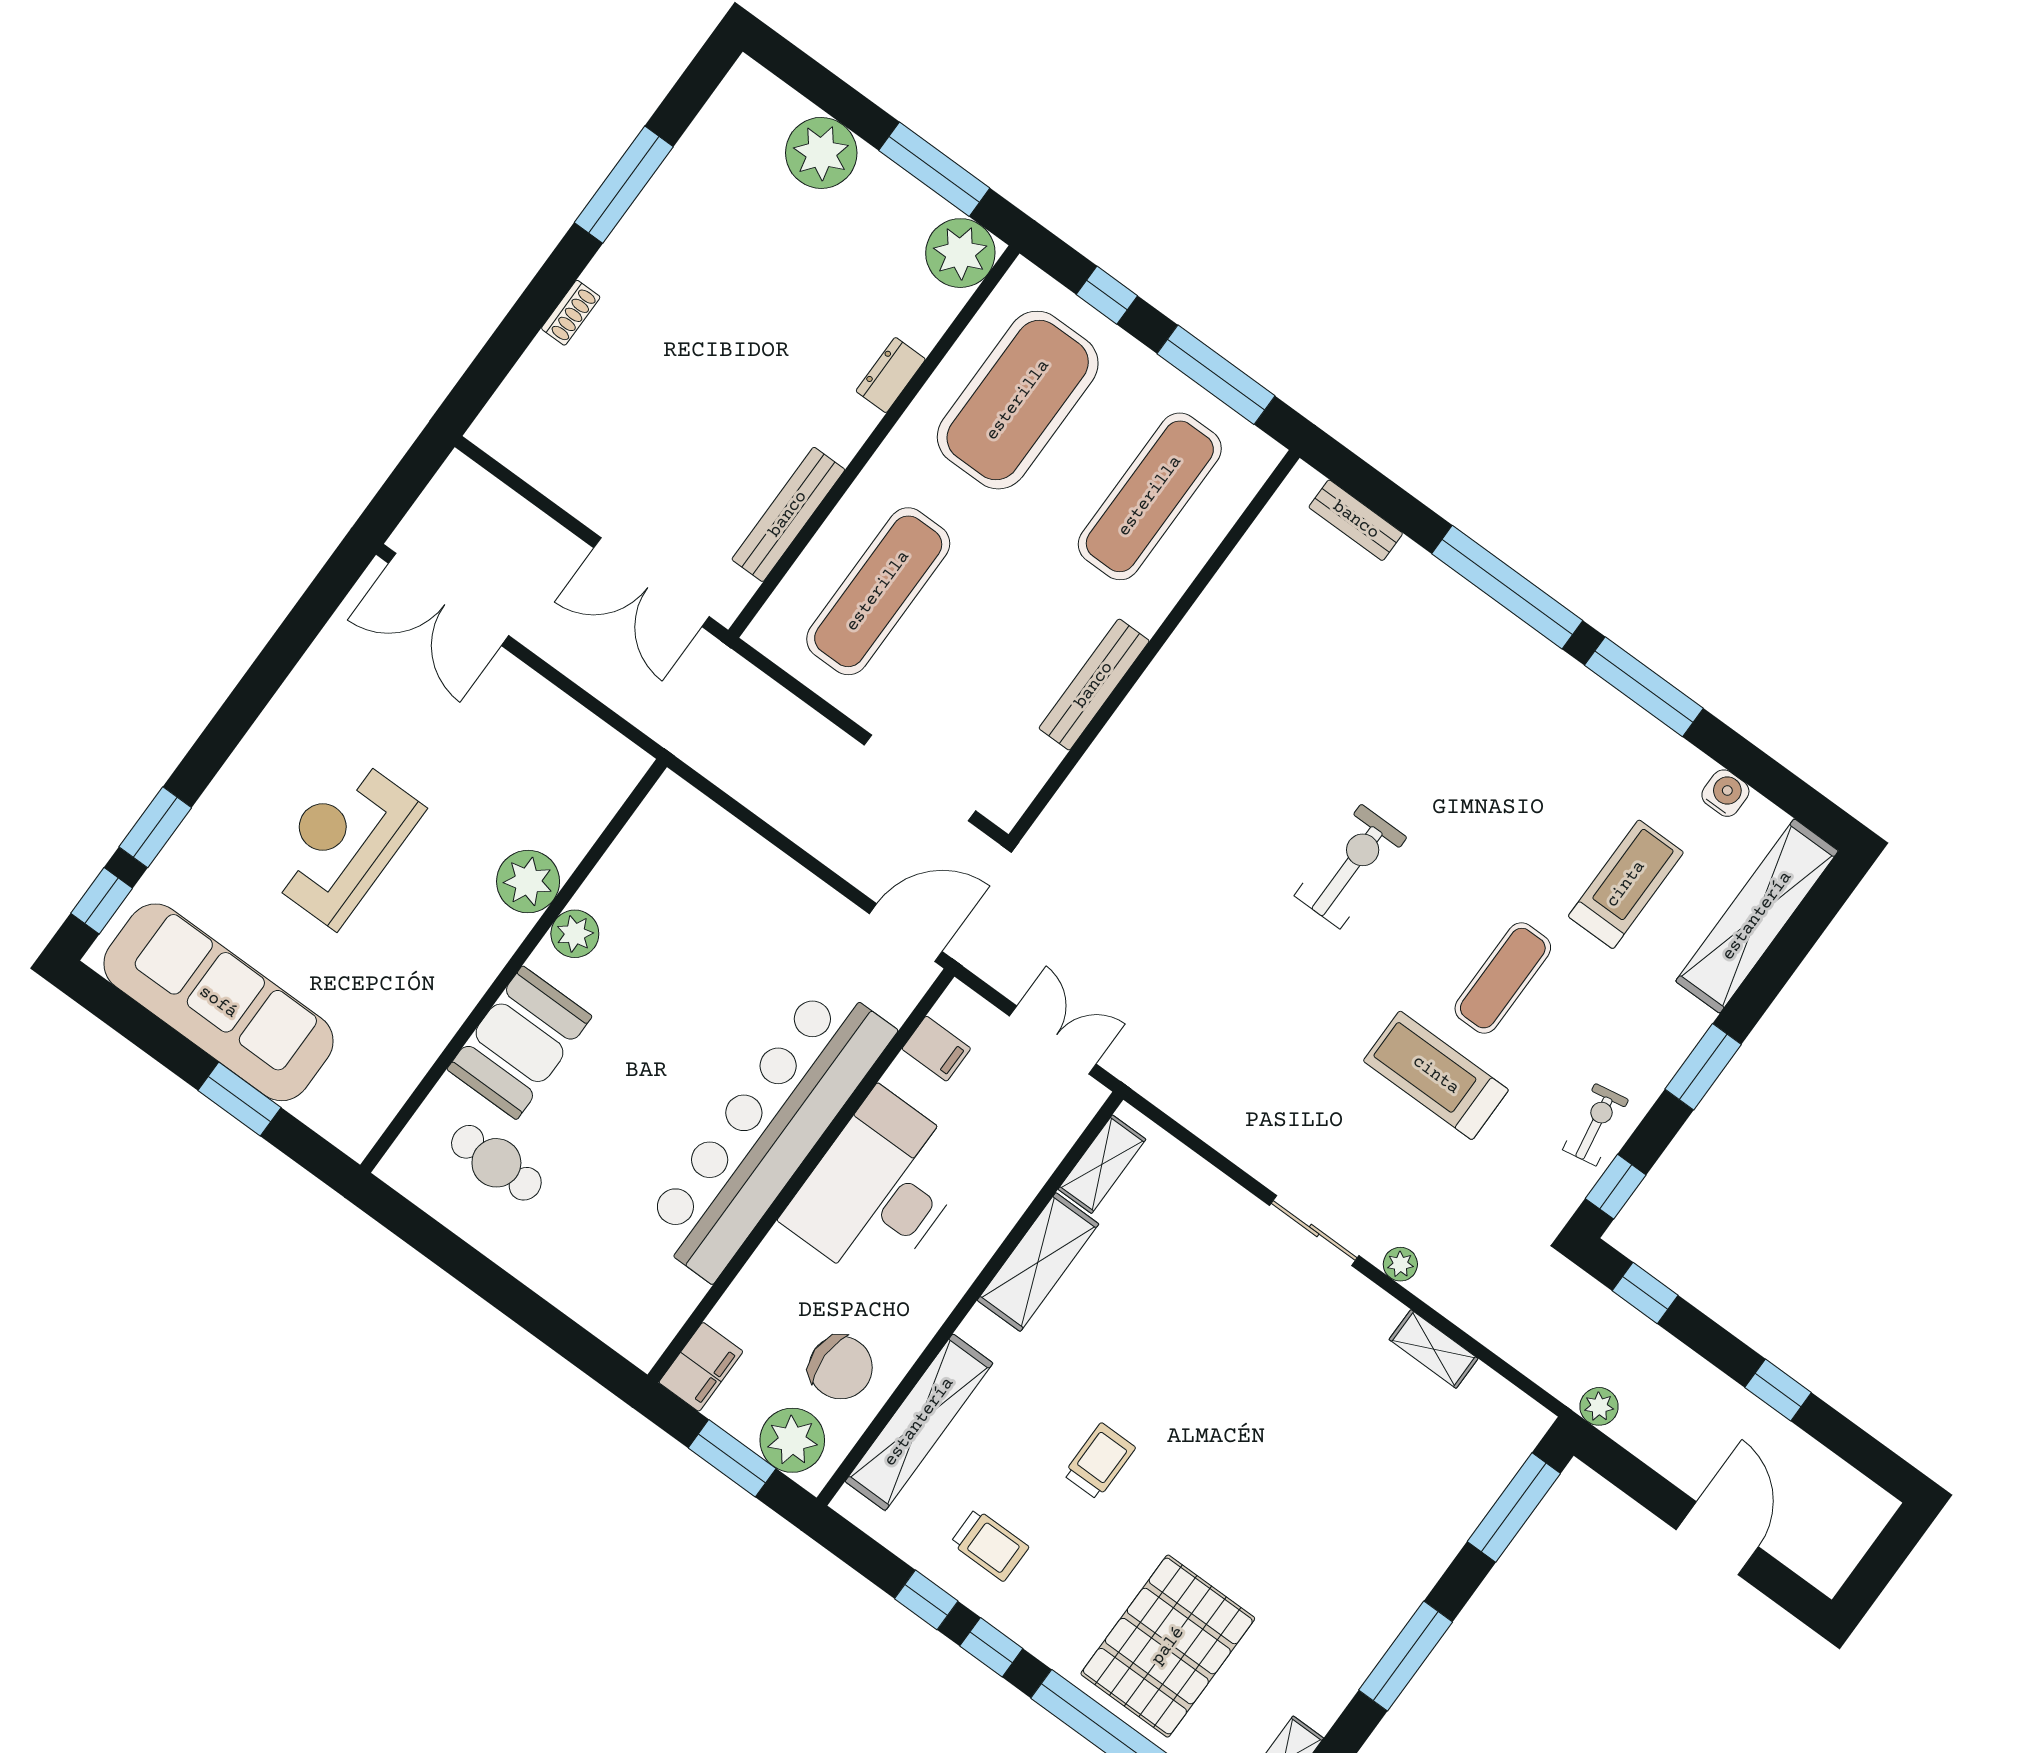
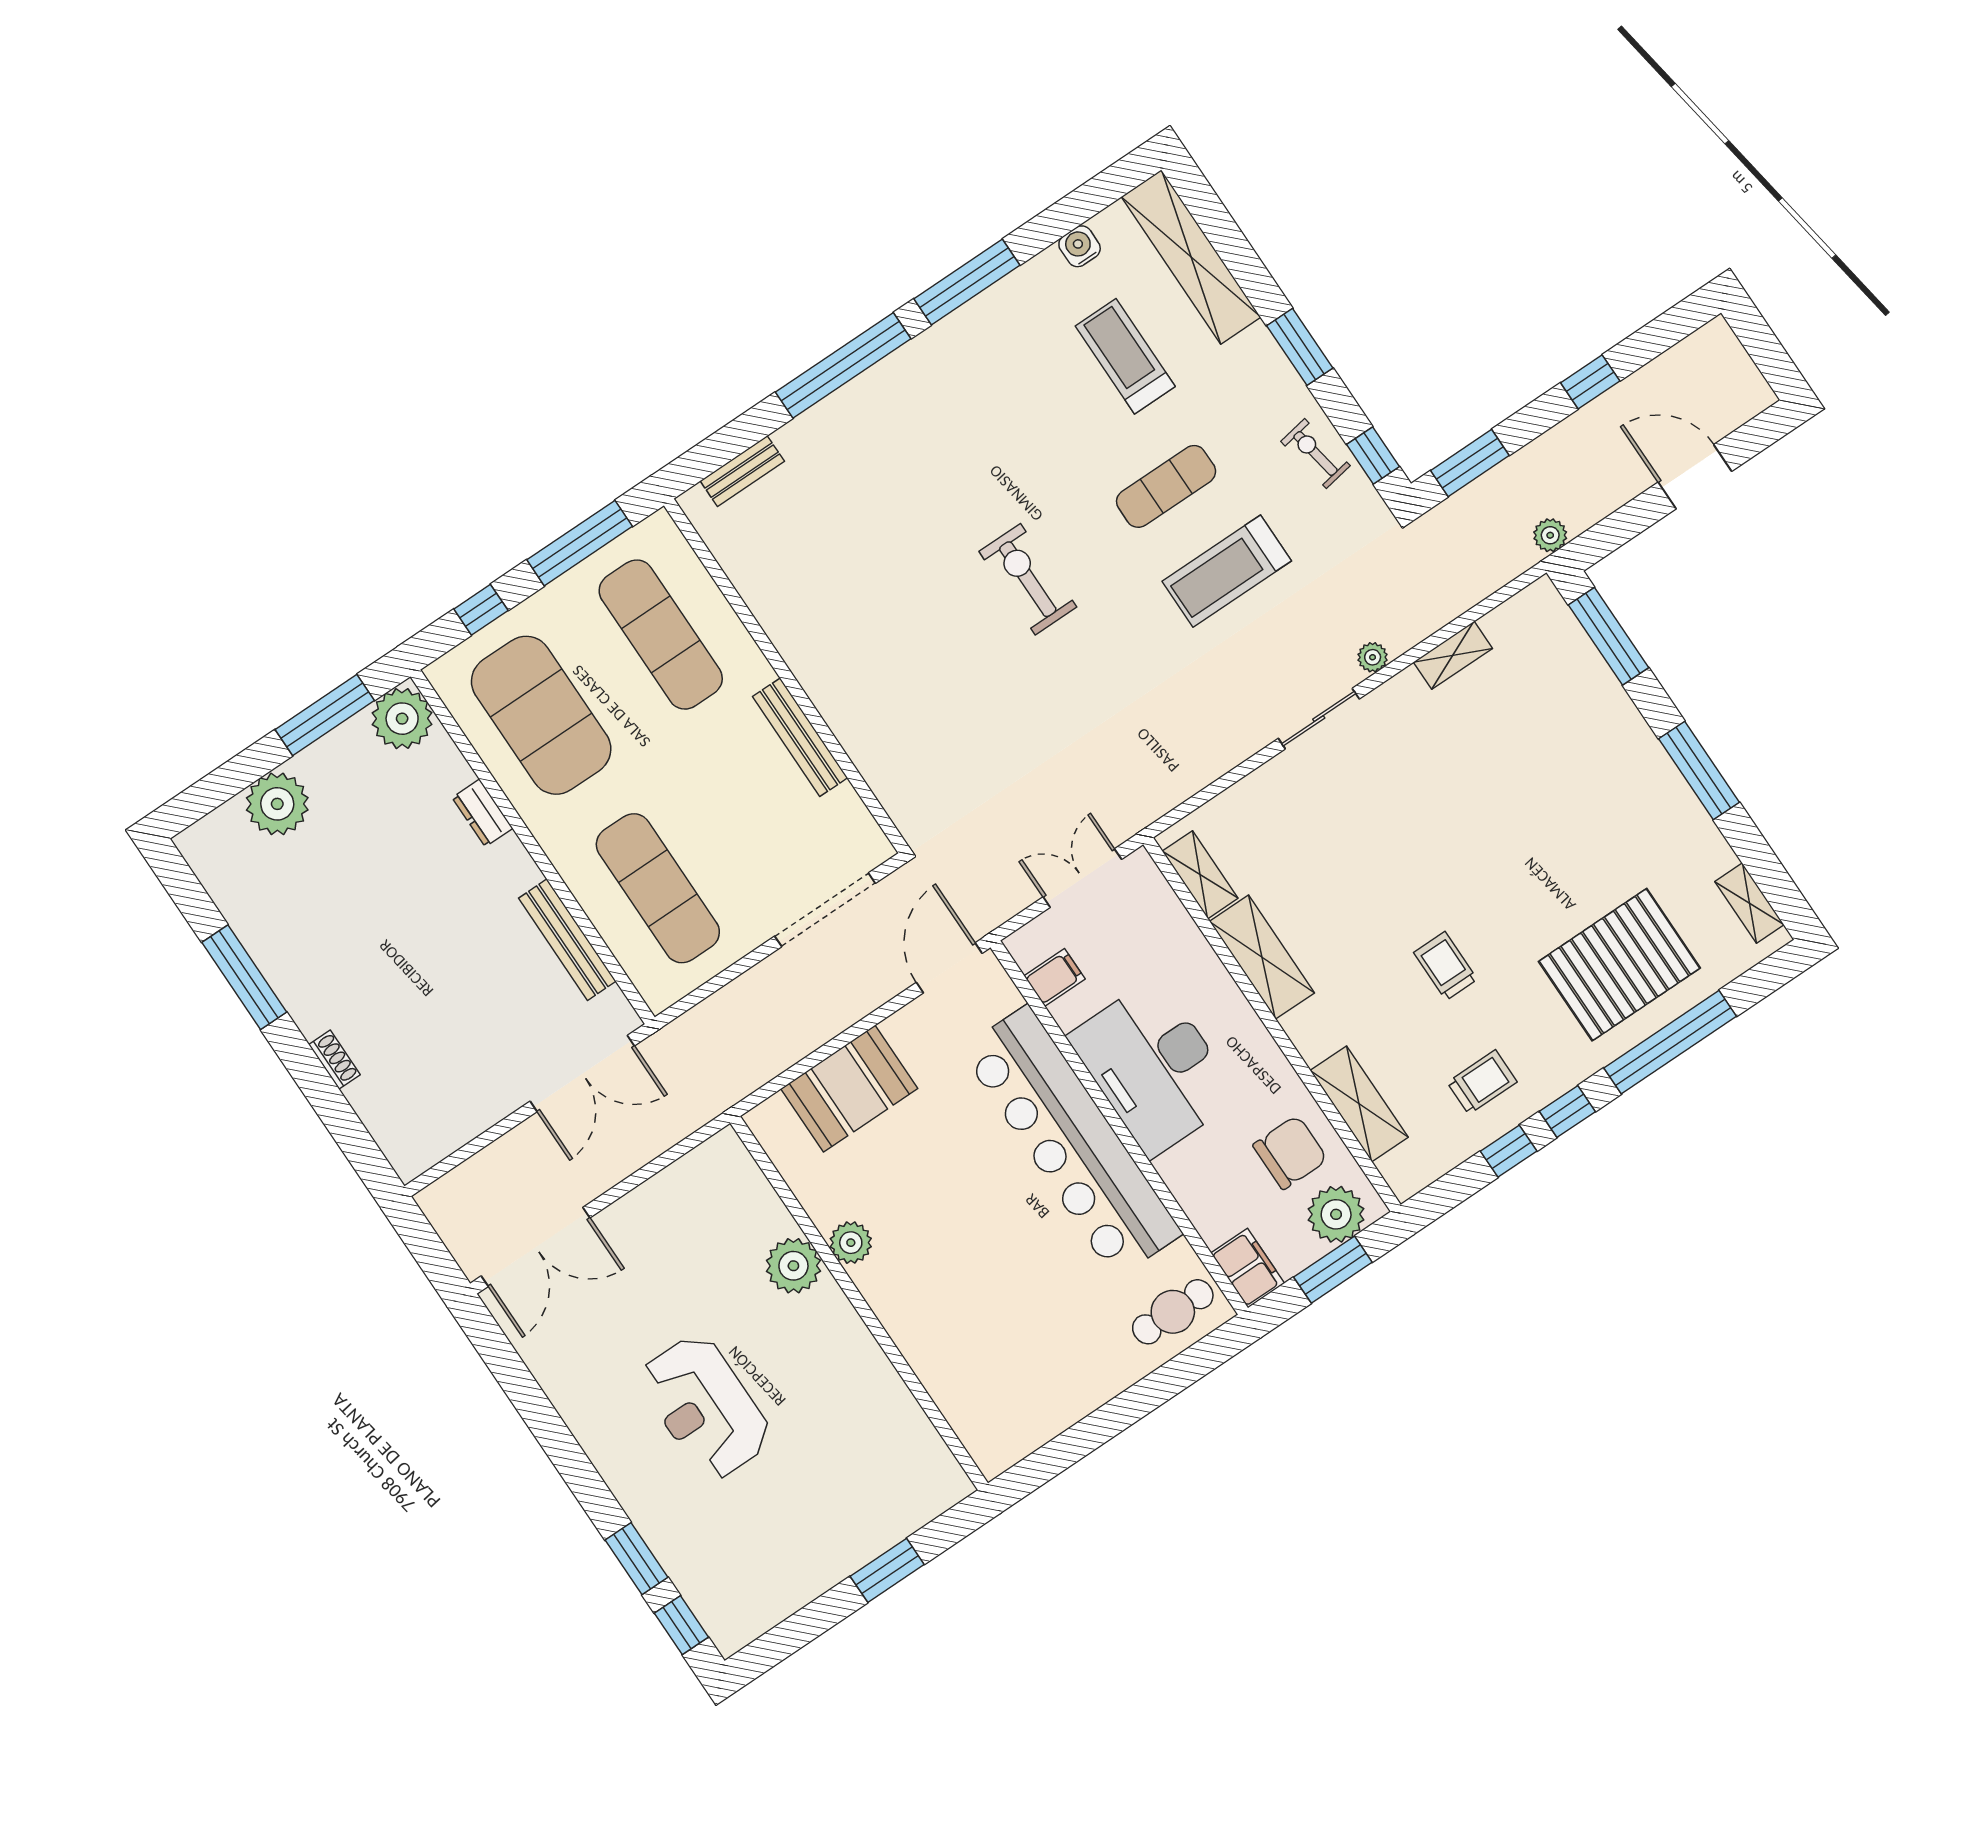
exercise mat: (1503, 978) -> (1166, 486), turned 90
sofa: (218, 1002) -> (801, 1559), removed
booth: (520, 1043) -> (849, 1089), moved, turned 90
cafe table: (496, 1163) -> (1173, 1312), moved
window: (1645, 1293) -> (1470, 463), width x1.50
shelving: (919, 1422) -> (1359, 1104), width x0.68
pallet: (1168, 1646) -> (1619, 965), turned 90

